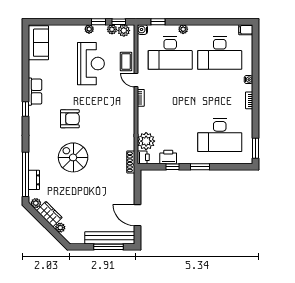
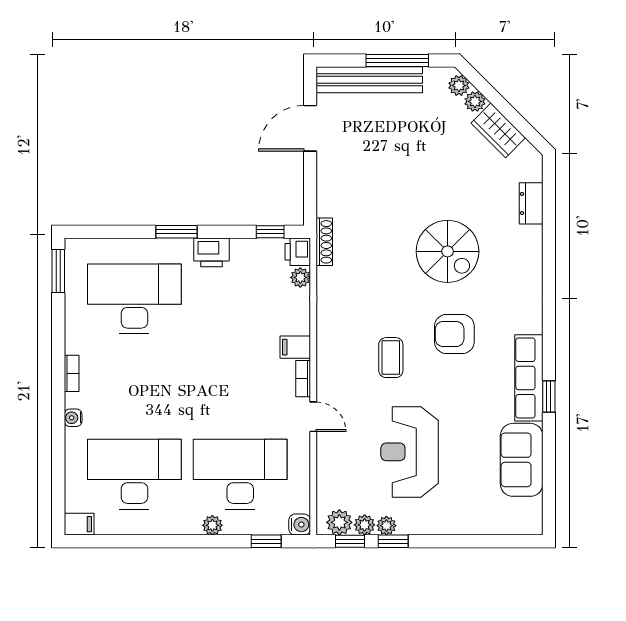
plant: (89, 29) -> (386, 526), moved
sofa: (38, 43) -> (522, 460), moved
coffee table: (126, 62) -> (391, 358), moved
row of seats: (35, 92) -> (529, 378), width x1.48
window: (26, 109) -> (549, 396), moved
filing cabinet: (144, 113) -> (295, 347), added
plant: (146, 141) -> (300, 277), width x0.53, depth x0.53
printer: (168, 157) -> (212, 252), moved
window: (172, 167) -> (270, 232), moved
window: (26, 174) -> (549, 215), removed
plant: (36, 203) -> (459, 85), moved
door: (137, 215) -> (310, 128), swing flipped
window: (109, 247) -> (397, 60), moved

